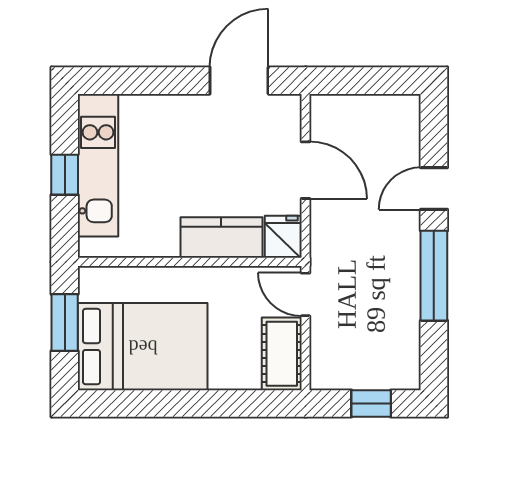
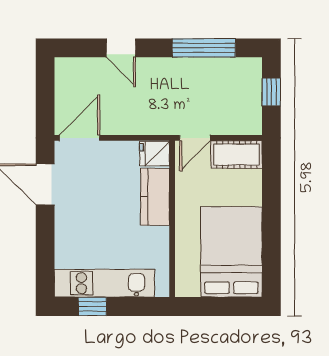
door: (306, 170) -> (80, 138), moved
window: (65, 175) -> (92, 306), moved
window: (434, 276) -> (204, 48), moved
window: (65, 322) -> (215, 306), removed

